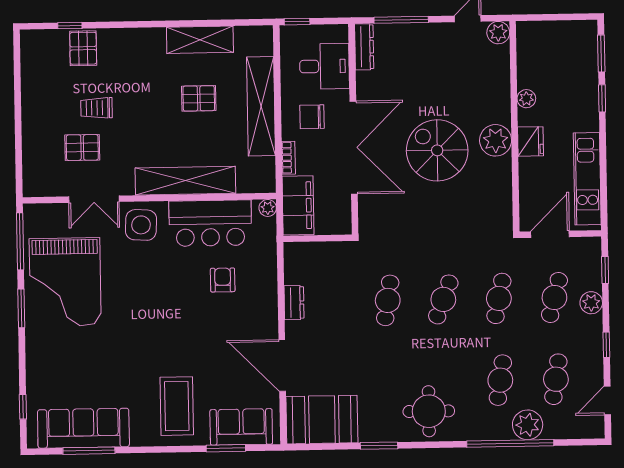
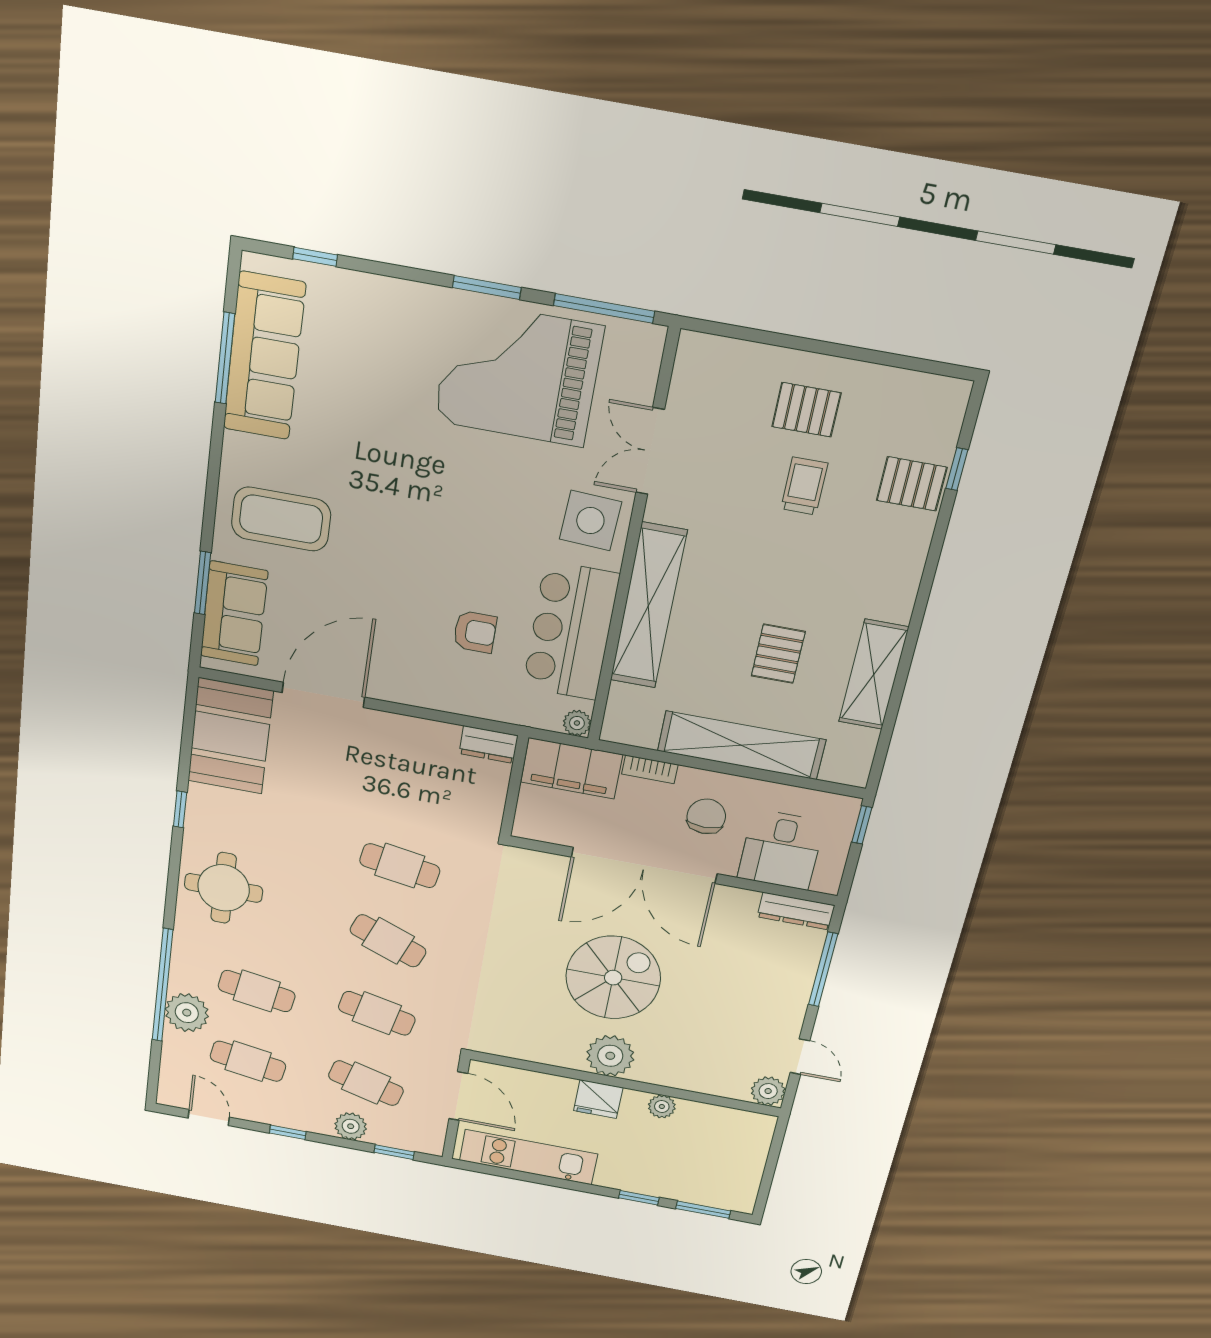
pallet: (82, 147) -> (806, 410), moved, turned 90
dresser: (294, 303) -> (488, 745), moved
window: (379, 446) -> (180, 809), width x0.67

